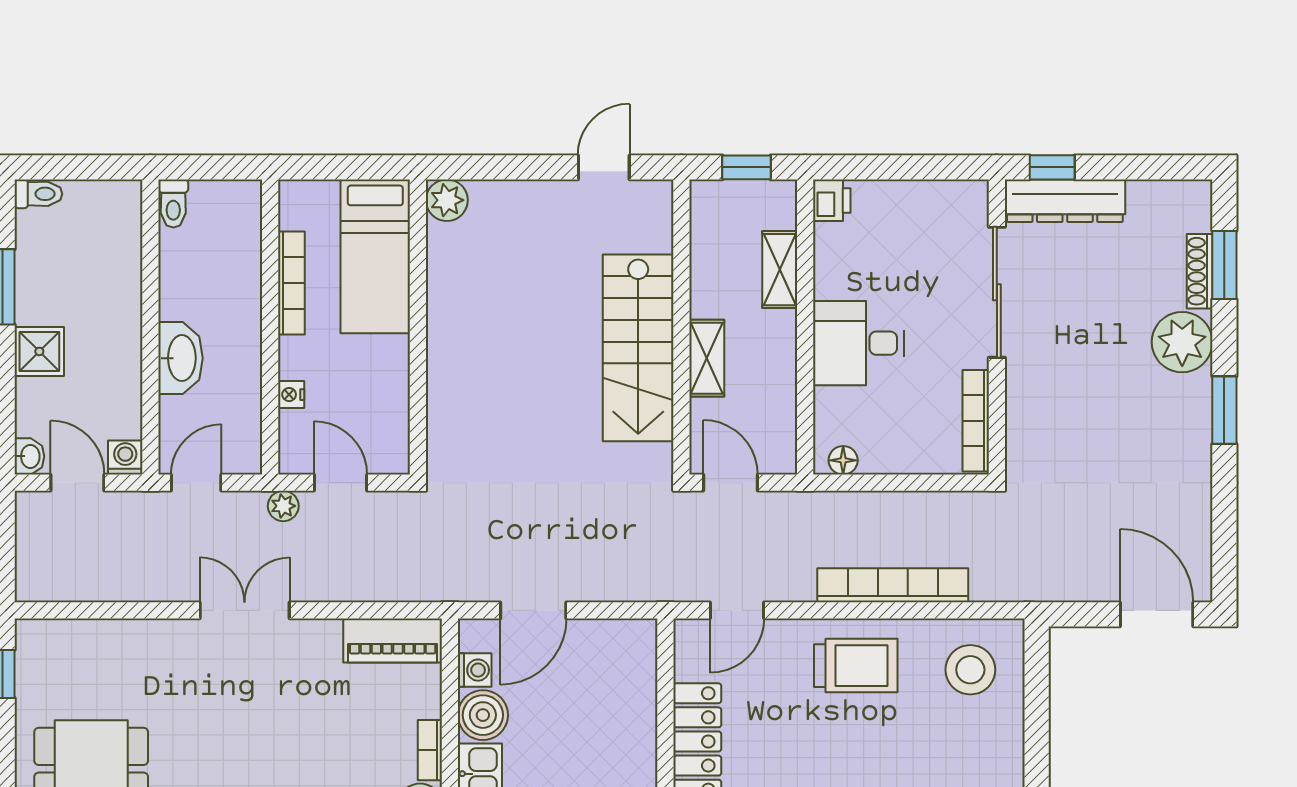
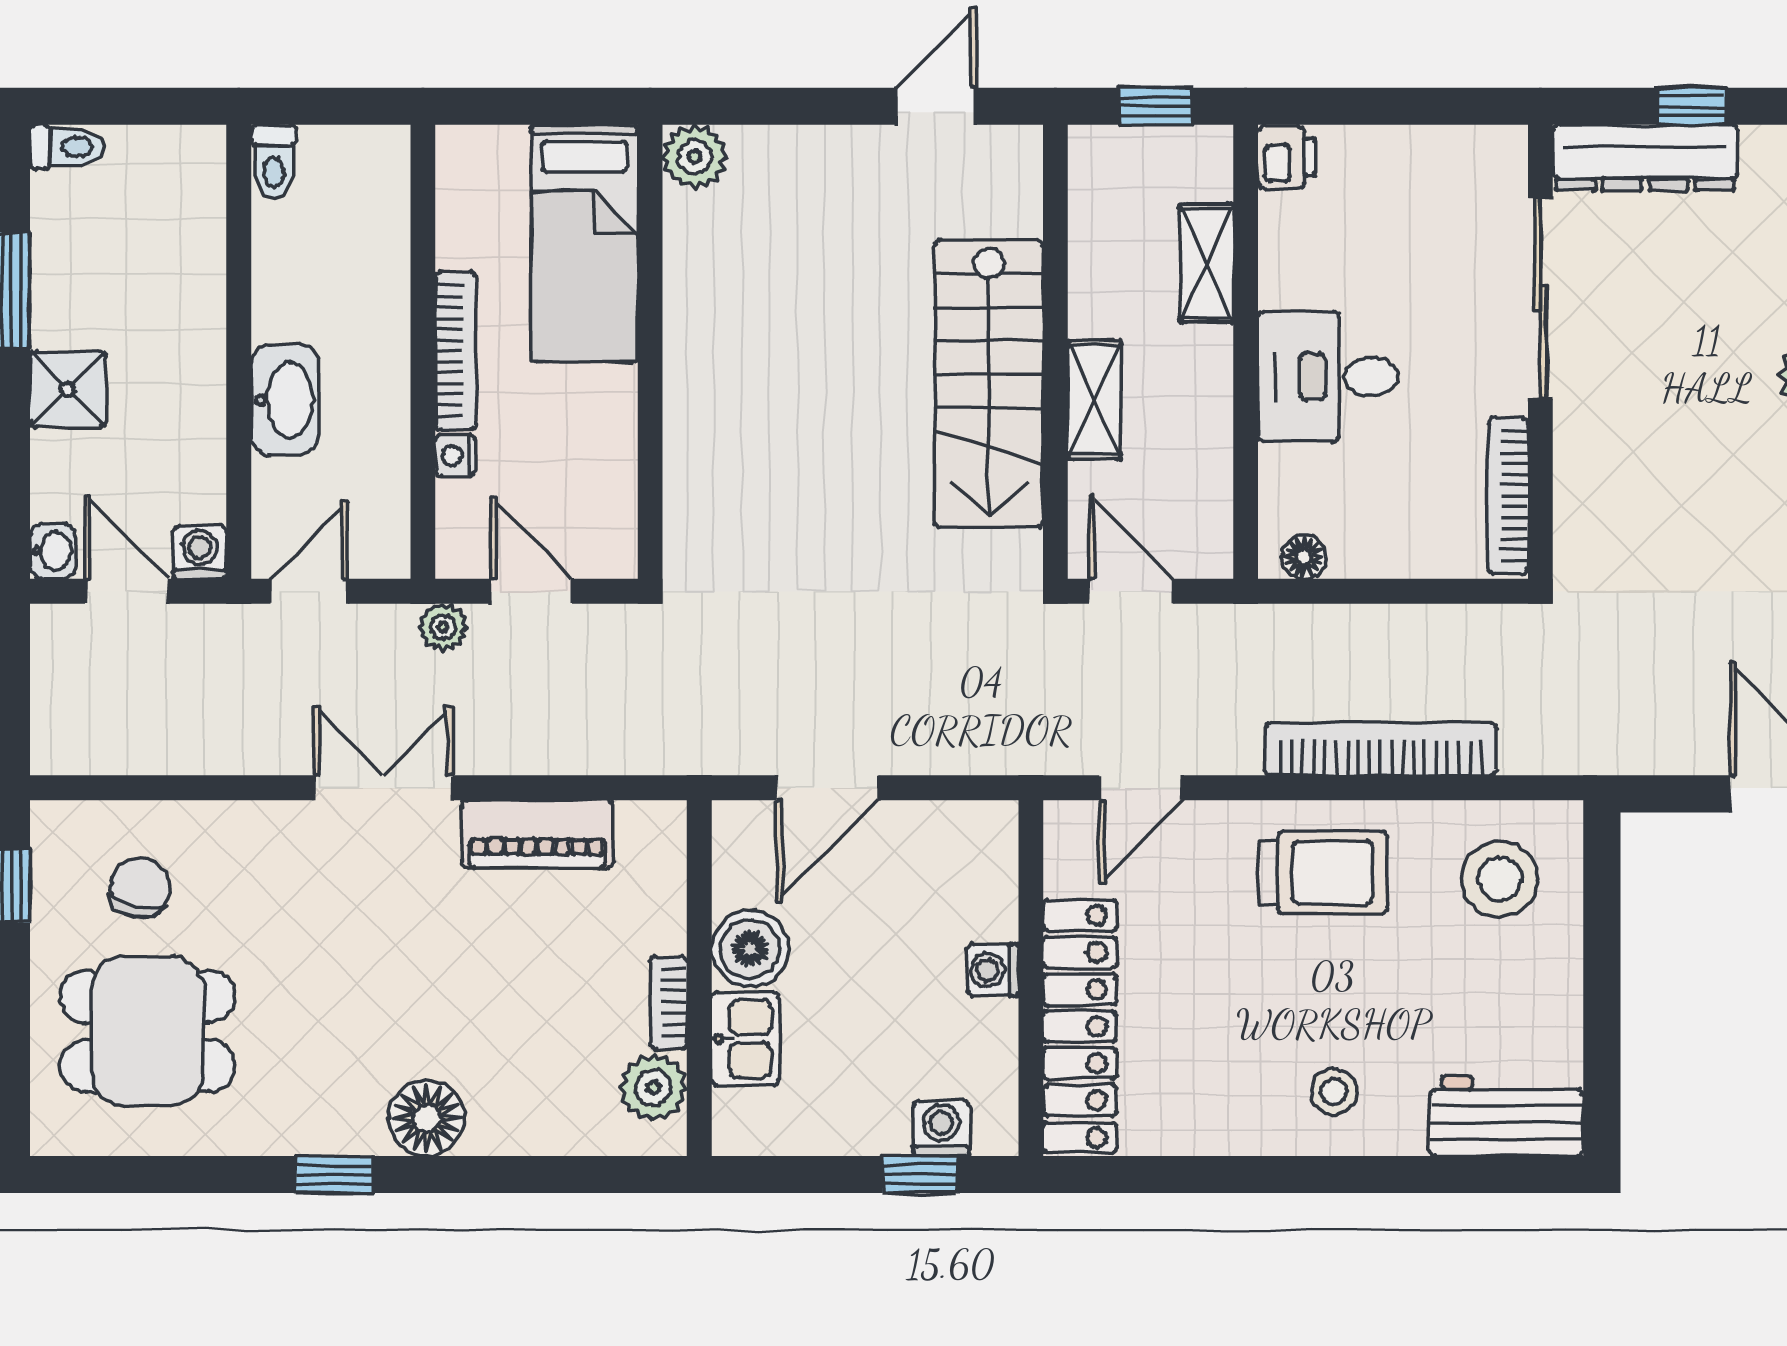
window: (1052, 167) -> (1691, 106), moved
bookcase: (291, 283) -> (456, 350), moved
piano: (393, 640) -> (537, 834), moved
washing machine: (475, 670) -> (993, 970), moved, turned 180
chair: (86, 676) -> (140, 888), added

